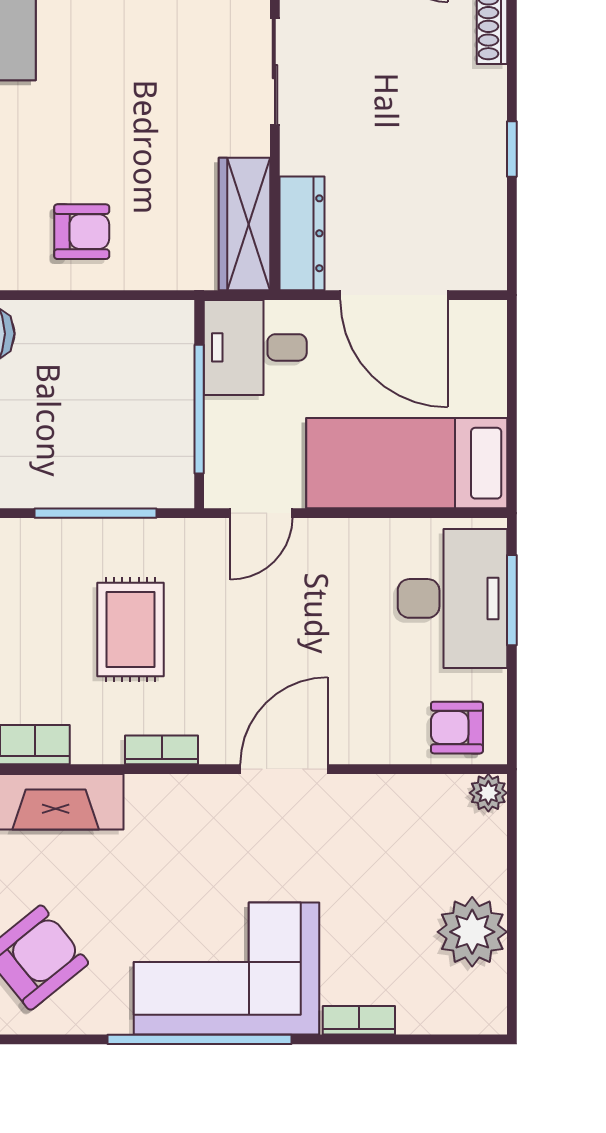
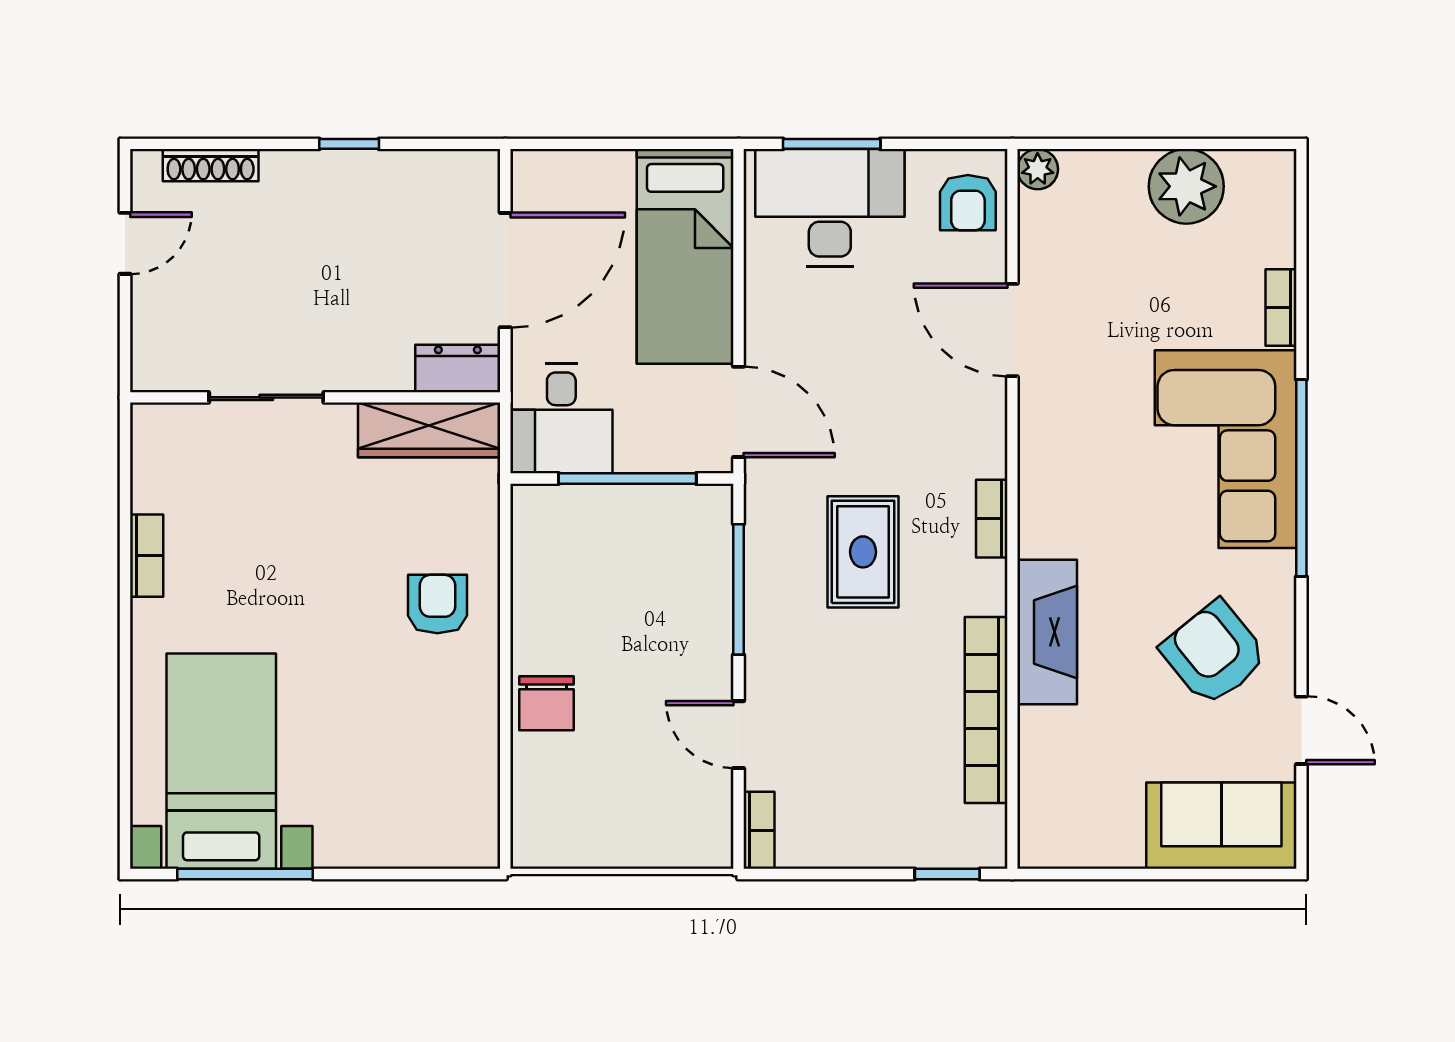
dresser: (302, 233) -> (458, 368), width x0.70
door: (261, 513) -> (739, 412), width x1.38
rug: (130, 629) -> (863, 552), turned 90
door: (284, 769) -> (1012, 330), moved

